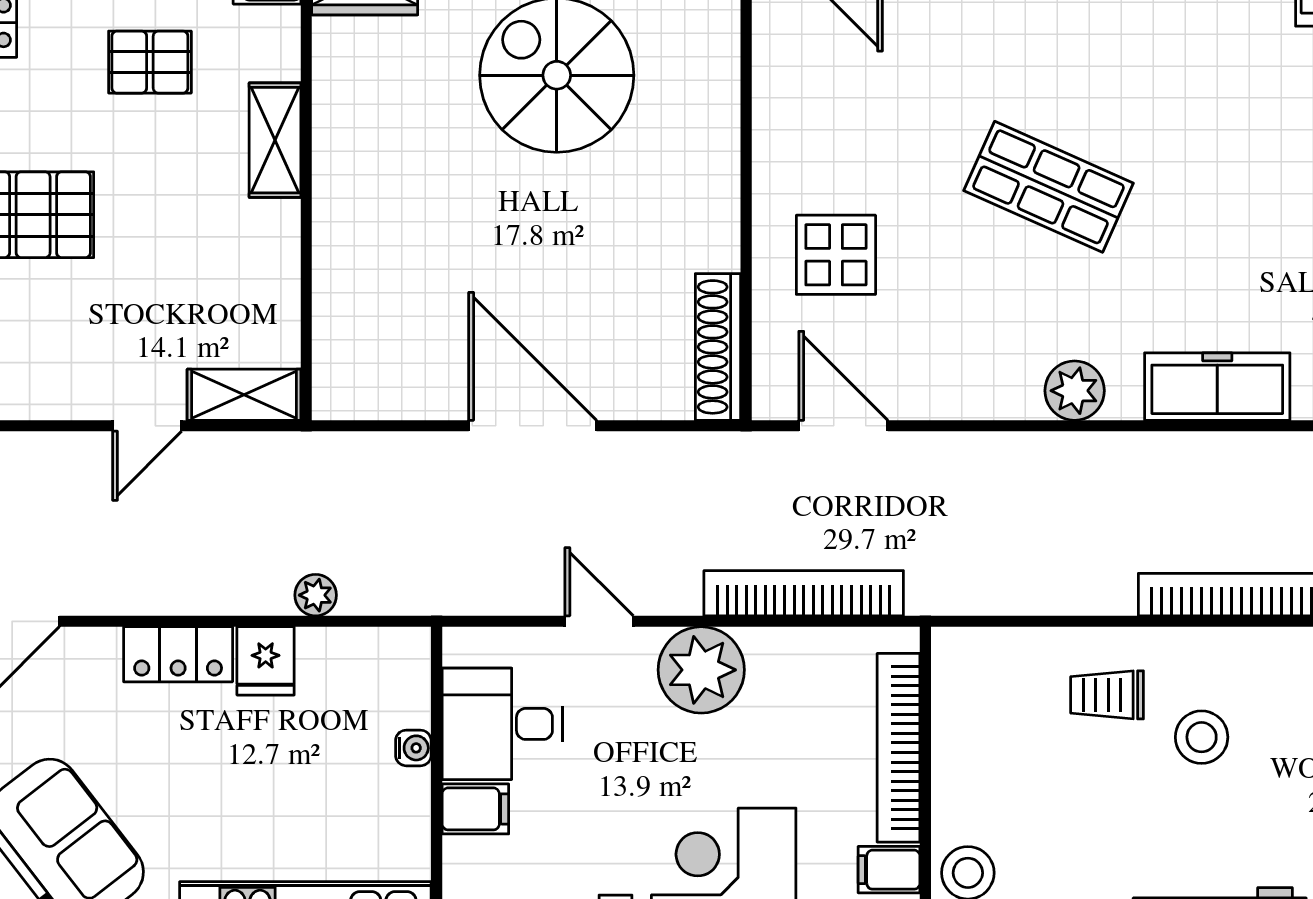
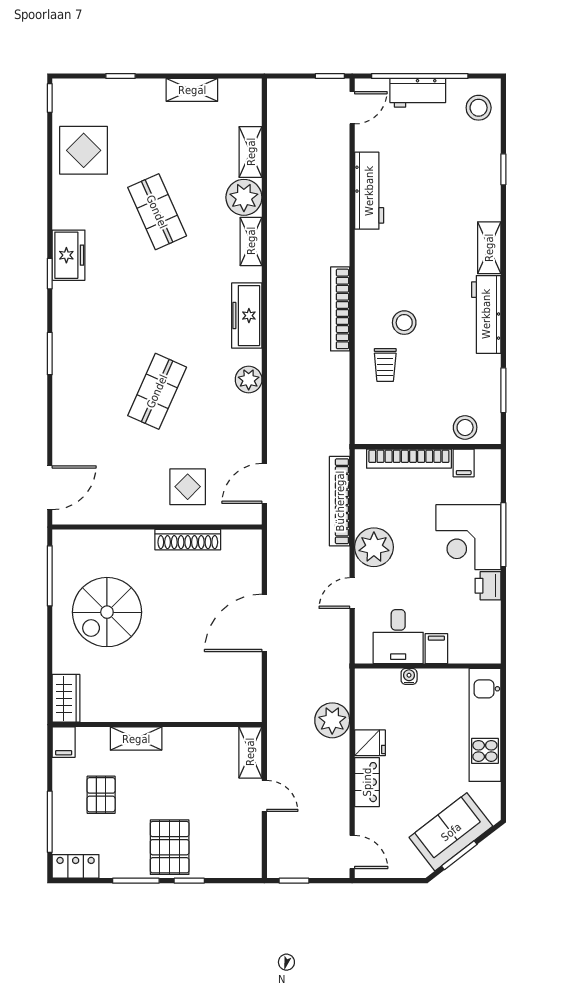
shoe rack: (718, 347) -> (188, 540), moved
plant: (316, 595) -> (332, 720), width x1.88, depth x1.88

